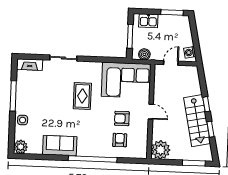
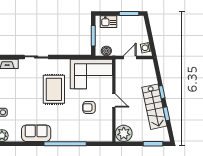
rug: (82, 96) -> (54, 89), width x1.36, depth x1.43
armchair: (120, 140) -> (88, 126), removed

